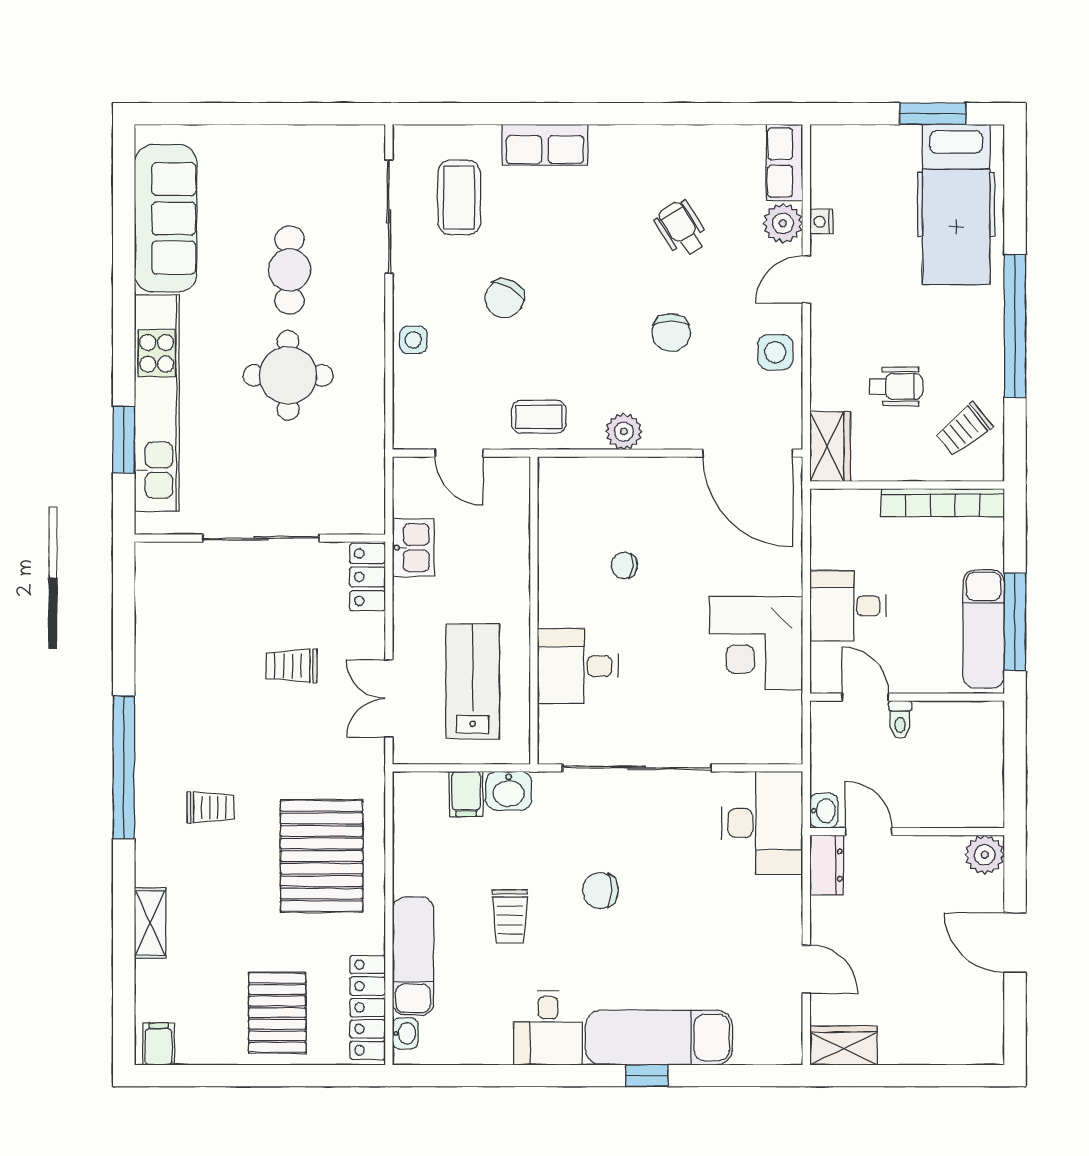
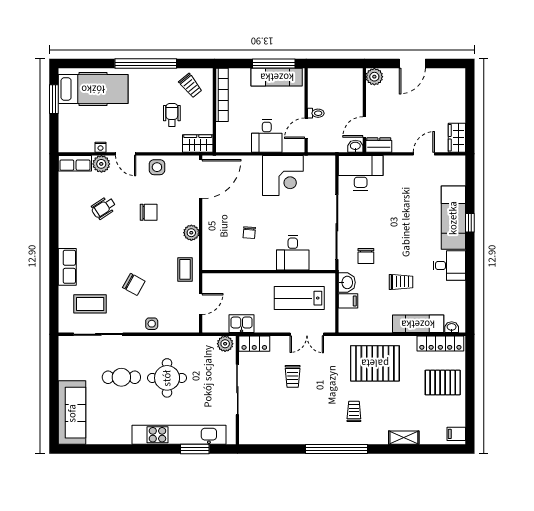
sofa: (166, 218) -> (72, 413), moved, turned 90
plant: (367, 510) -> (225, 344), added
chair: (600, 891) -> (366, 256), moved

